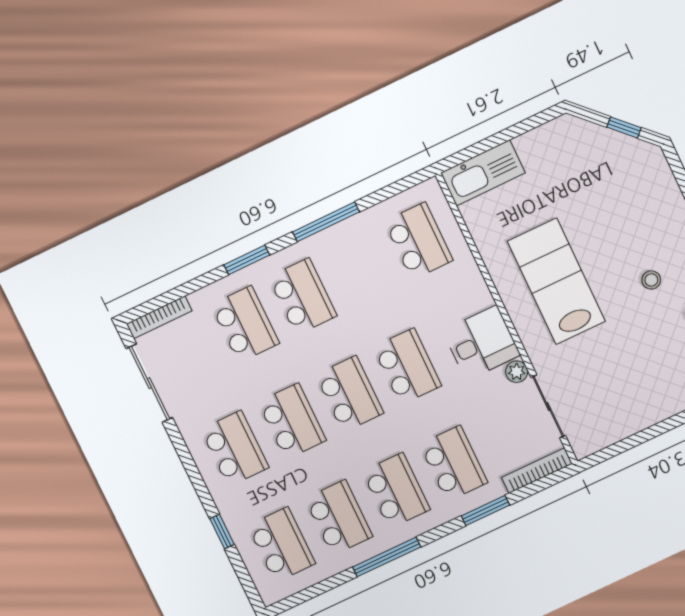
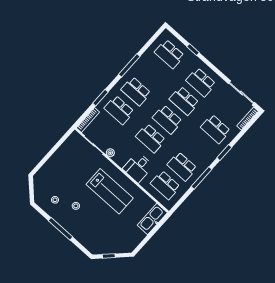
school desk: (303, 296) -> (182, 166), moved
desk: (481, 343) -> (138, 167), moved
school desk: (339, 518) -> (153, 73), removed

